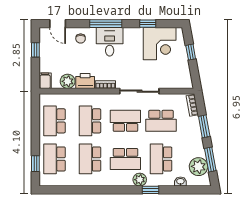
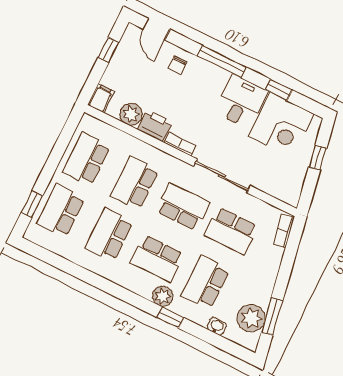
desk: (110, 42) -> (241, 102), moved
window: (204, 126) -> (286, 267), removed

